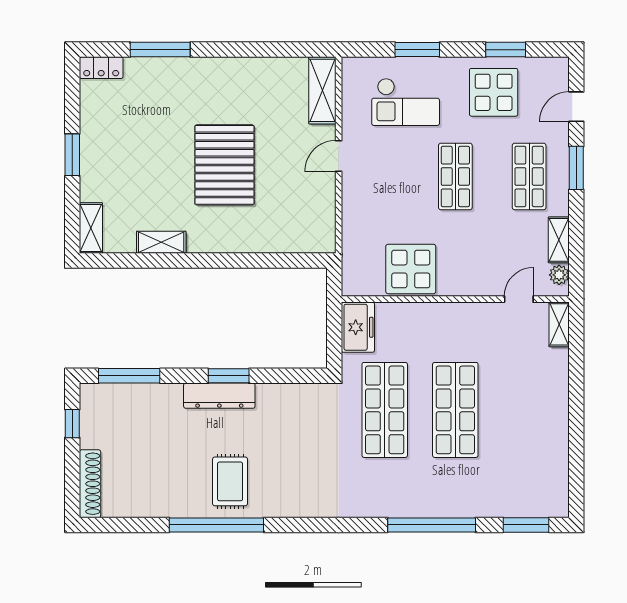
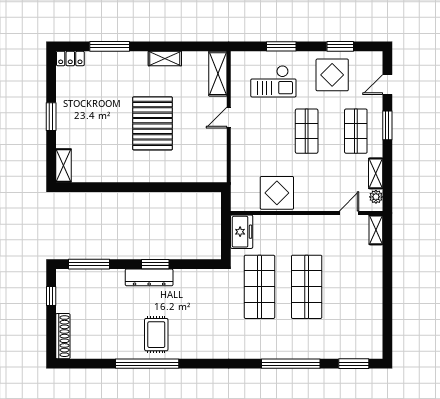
shelving: (161, 242) -> (165, 59), moved

